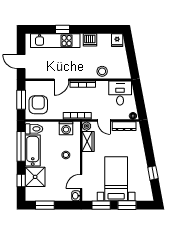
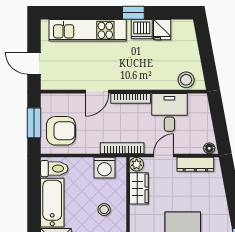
window: (62, 29) -> (133, 13), moved
fridge: (117, 40) -> (162, 30), moved
stool: (102, 71) -> (186, 80), moved
desk: (120, 93) -> (169, 112), moved
armchair: (38, 105) -> (61, 131), turned 90
door: (104, 120) -> (164, 155), swing flipped
window: (21, 146) -> (34, 196), removed

